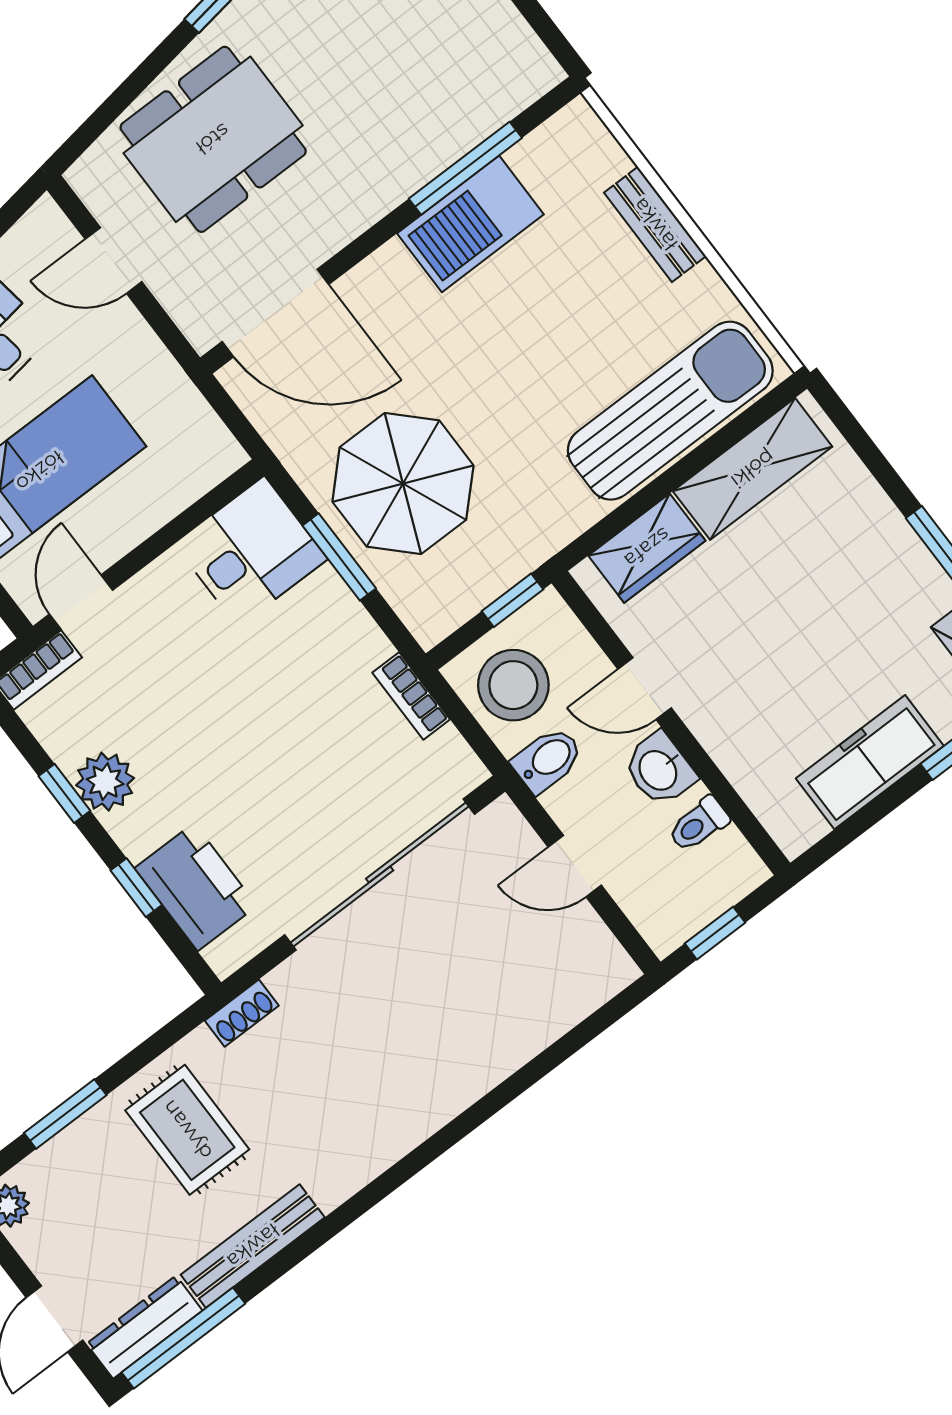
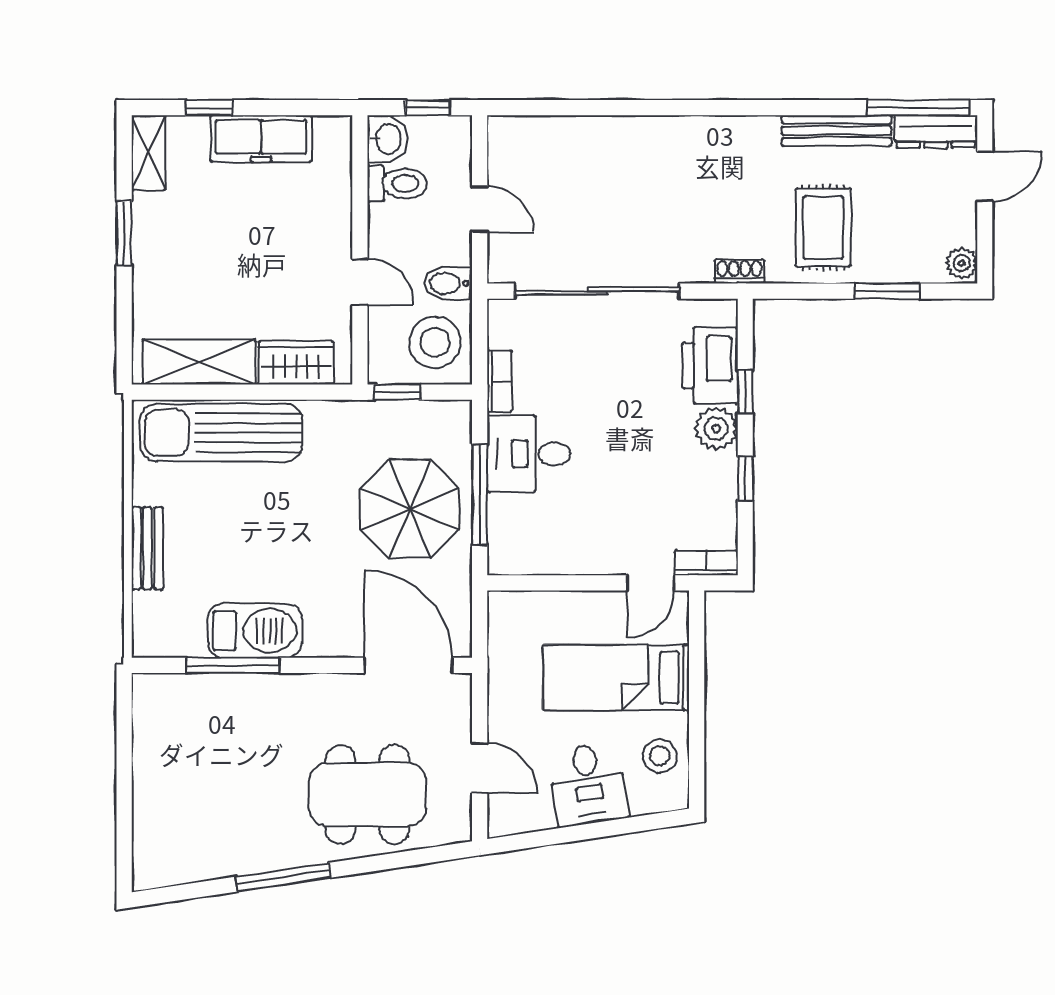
desk: (251, 552) -> (529, 454), moved
window: (339, 557) -> (480, 494), width x1.44
washbasin: (659, 769) -> (387, 139), moved
plant: (105, 782) -> (716, 429), moved
toilet: (699, 824) -> (397, 183), width x1.37, depth x1.39

